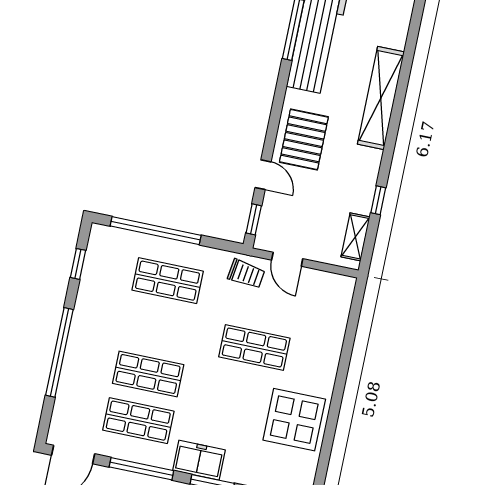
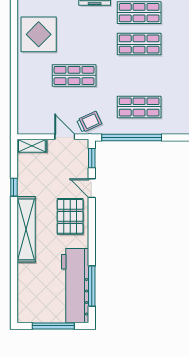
shelving: (381, 98) -> (26, 229), moved
window: (156, 231) -> (132, 138), moved
shelving: (355, 237) -> (32, 146), moved, turned 90
trolley: (246, 274) -> (89, 122), turned 147

